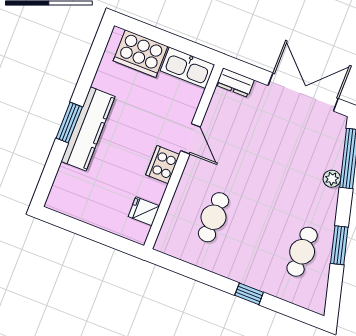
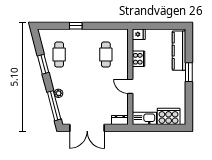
kitchen counter: (88, 129) -> (179, 51), moved
cooker: (163, 165) -> (138, 59), moved
fridge: (144, 211) -> (139, 34), moved

